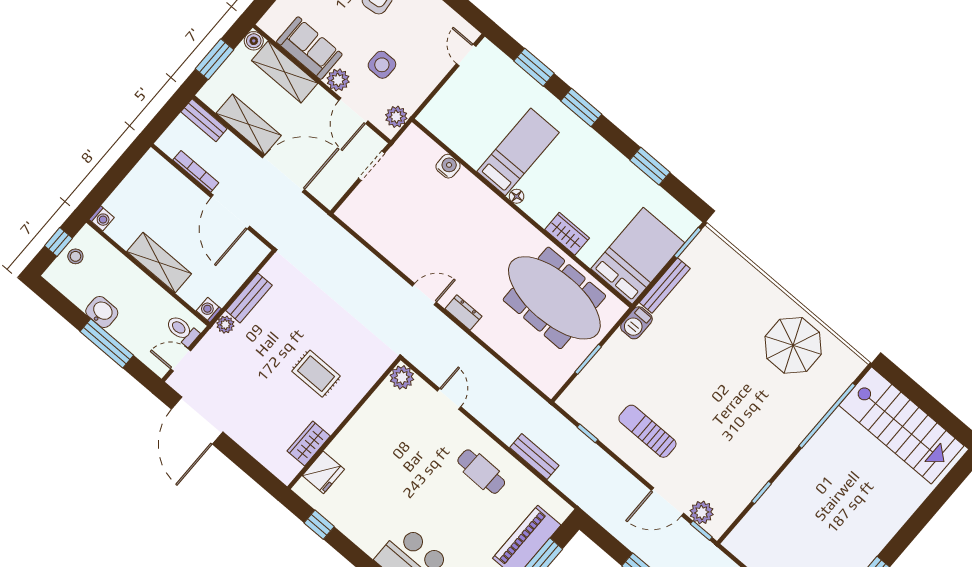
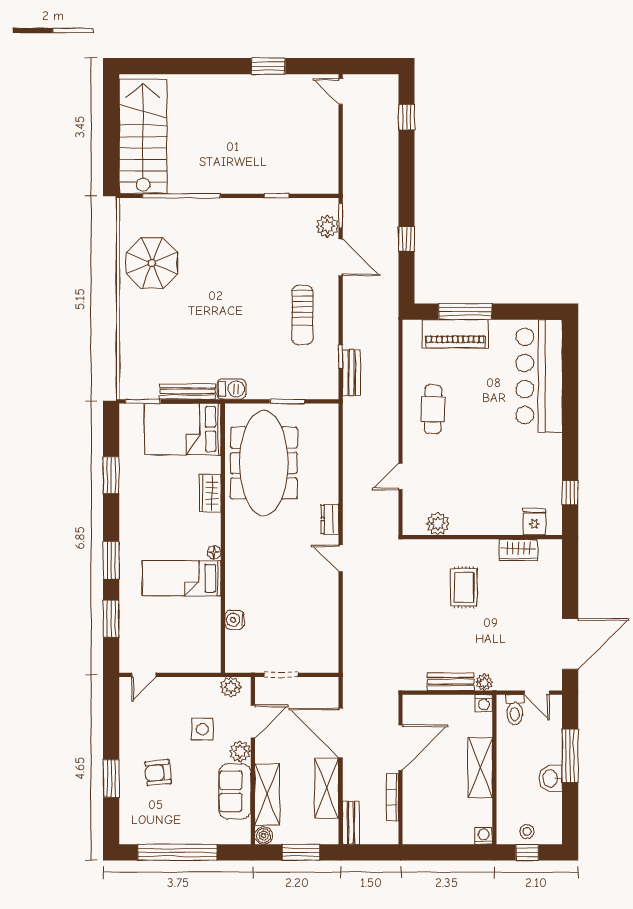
plant: (402, 377) -> (438, 524), moved
bench: (534, 457) -> (351, 373), moved
fridge: (323, 472) -> (534, 522), width x0.72

